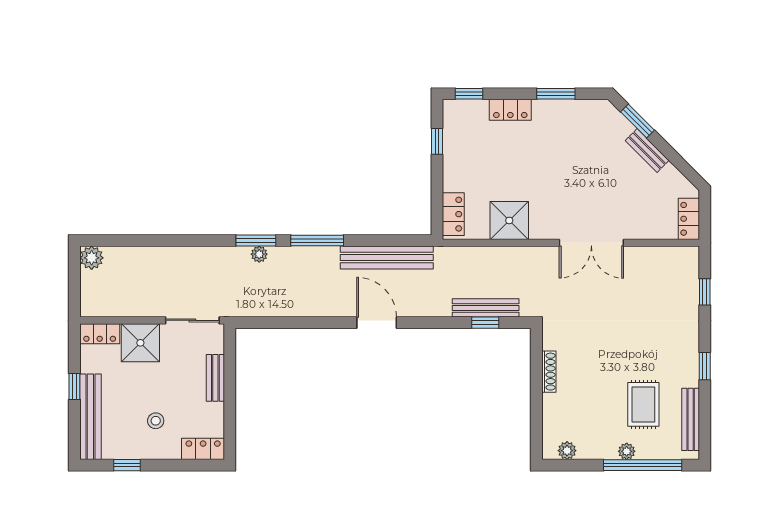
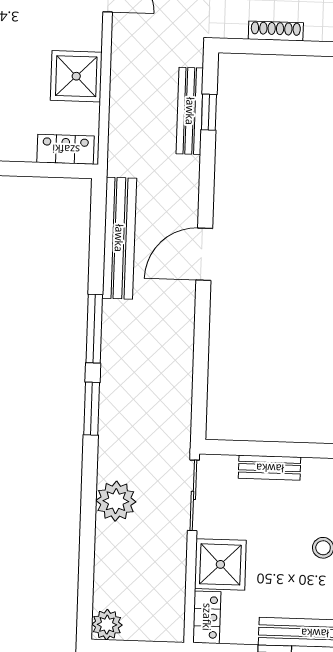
plant: (259, 254) -> (116, 501), moved, width x1.88, depth x1.88

